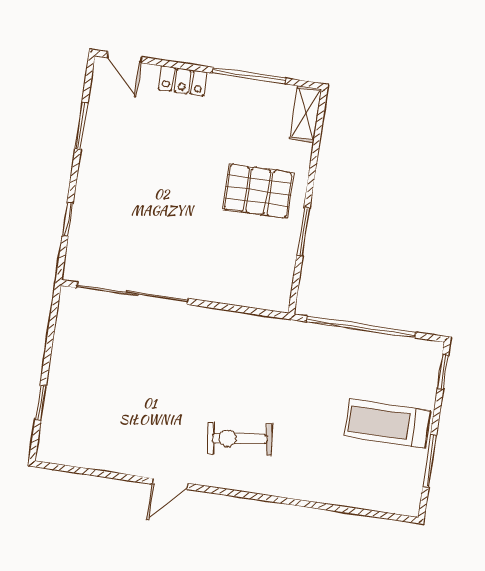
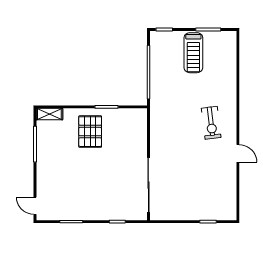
door: (124, 57) -> (35, 206), swing flipped
locker: (183, 81) -> (42, 176), removed

